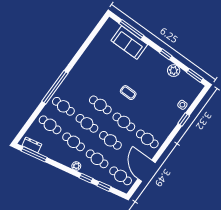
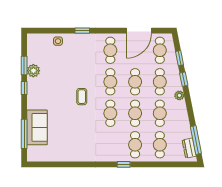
window: (195, 75) -> (24, 66), moved
window: (55, 87) -> (124, 164), width x0.32
window: (184, 119) -> (82, 31), moved

